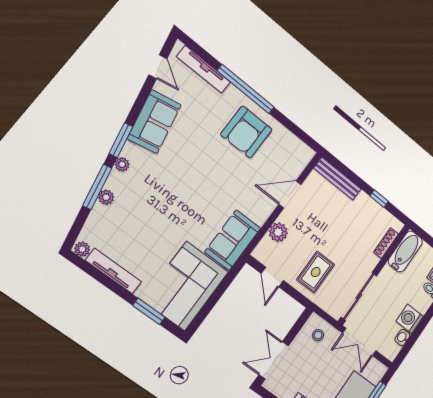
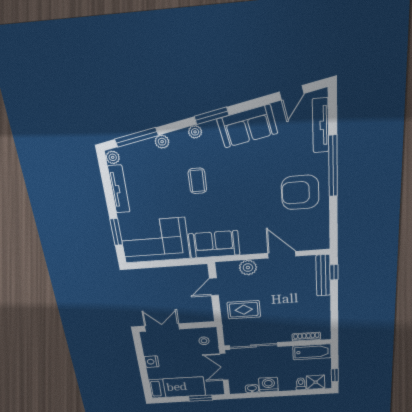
window: (97, 187) -> (136, 137), moved
window: (379, 199) -> (334, 272), moved
coffee table: (165, 201) -> (197, 181), added

